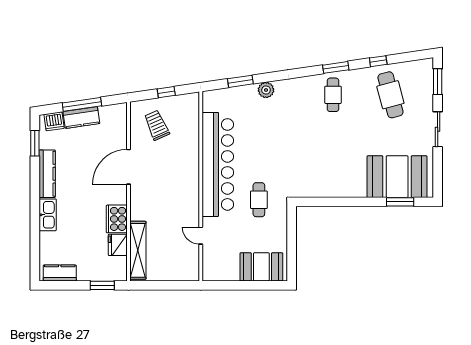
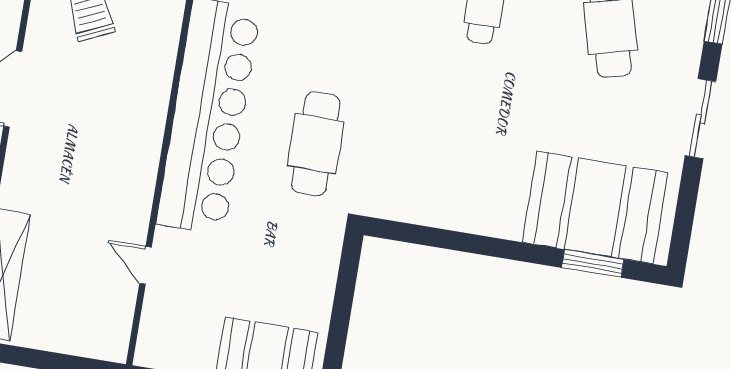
cafe table: (259, 200) -> (316, 144), moved, width x1.37, depth x1.35

